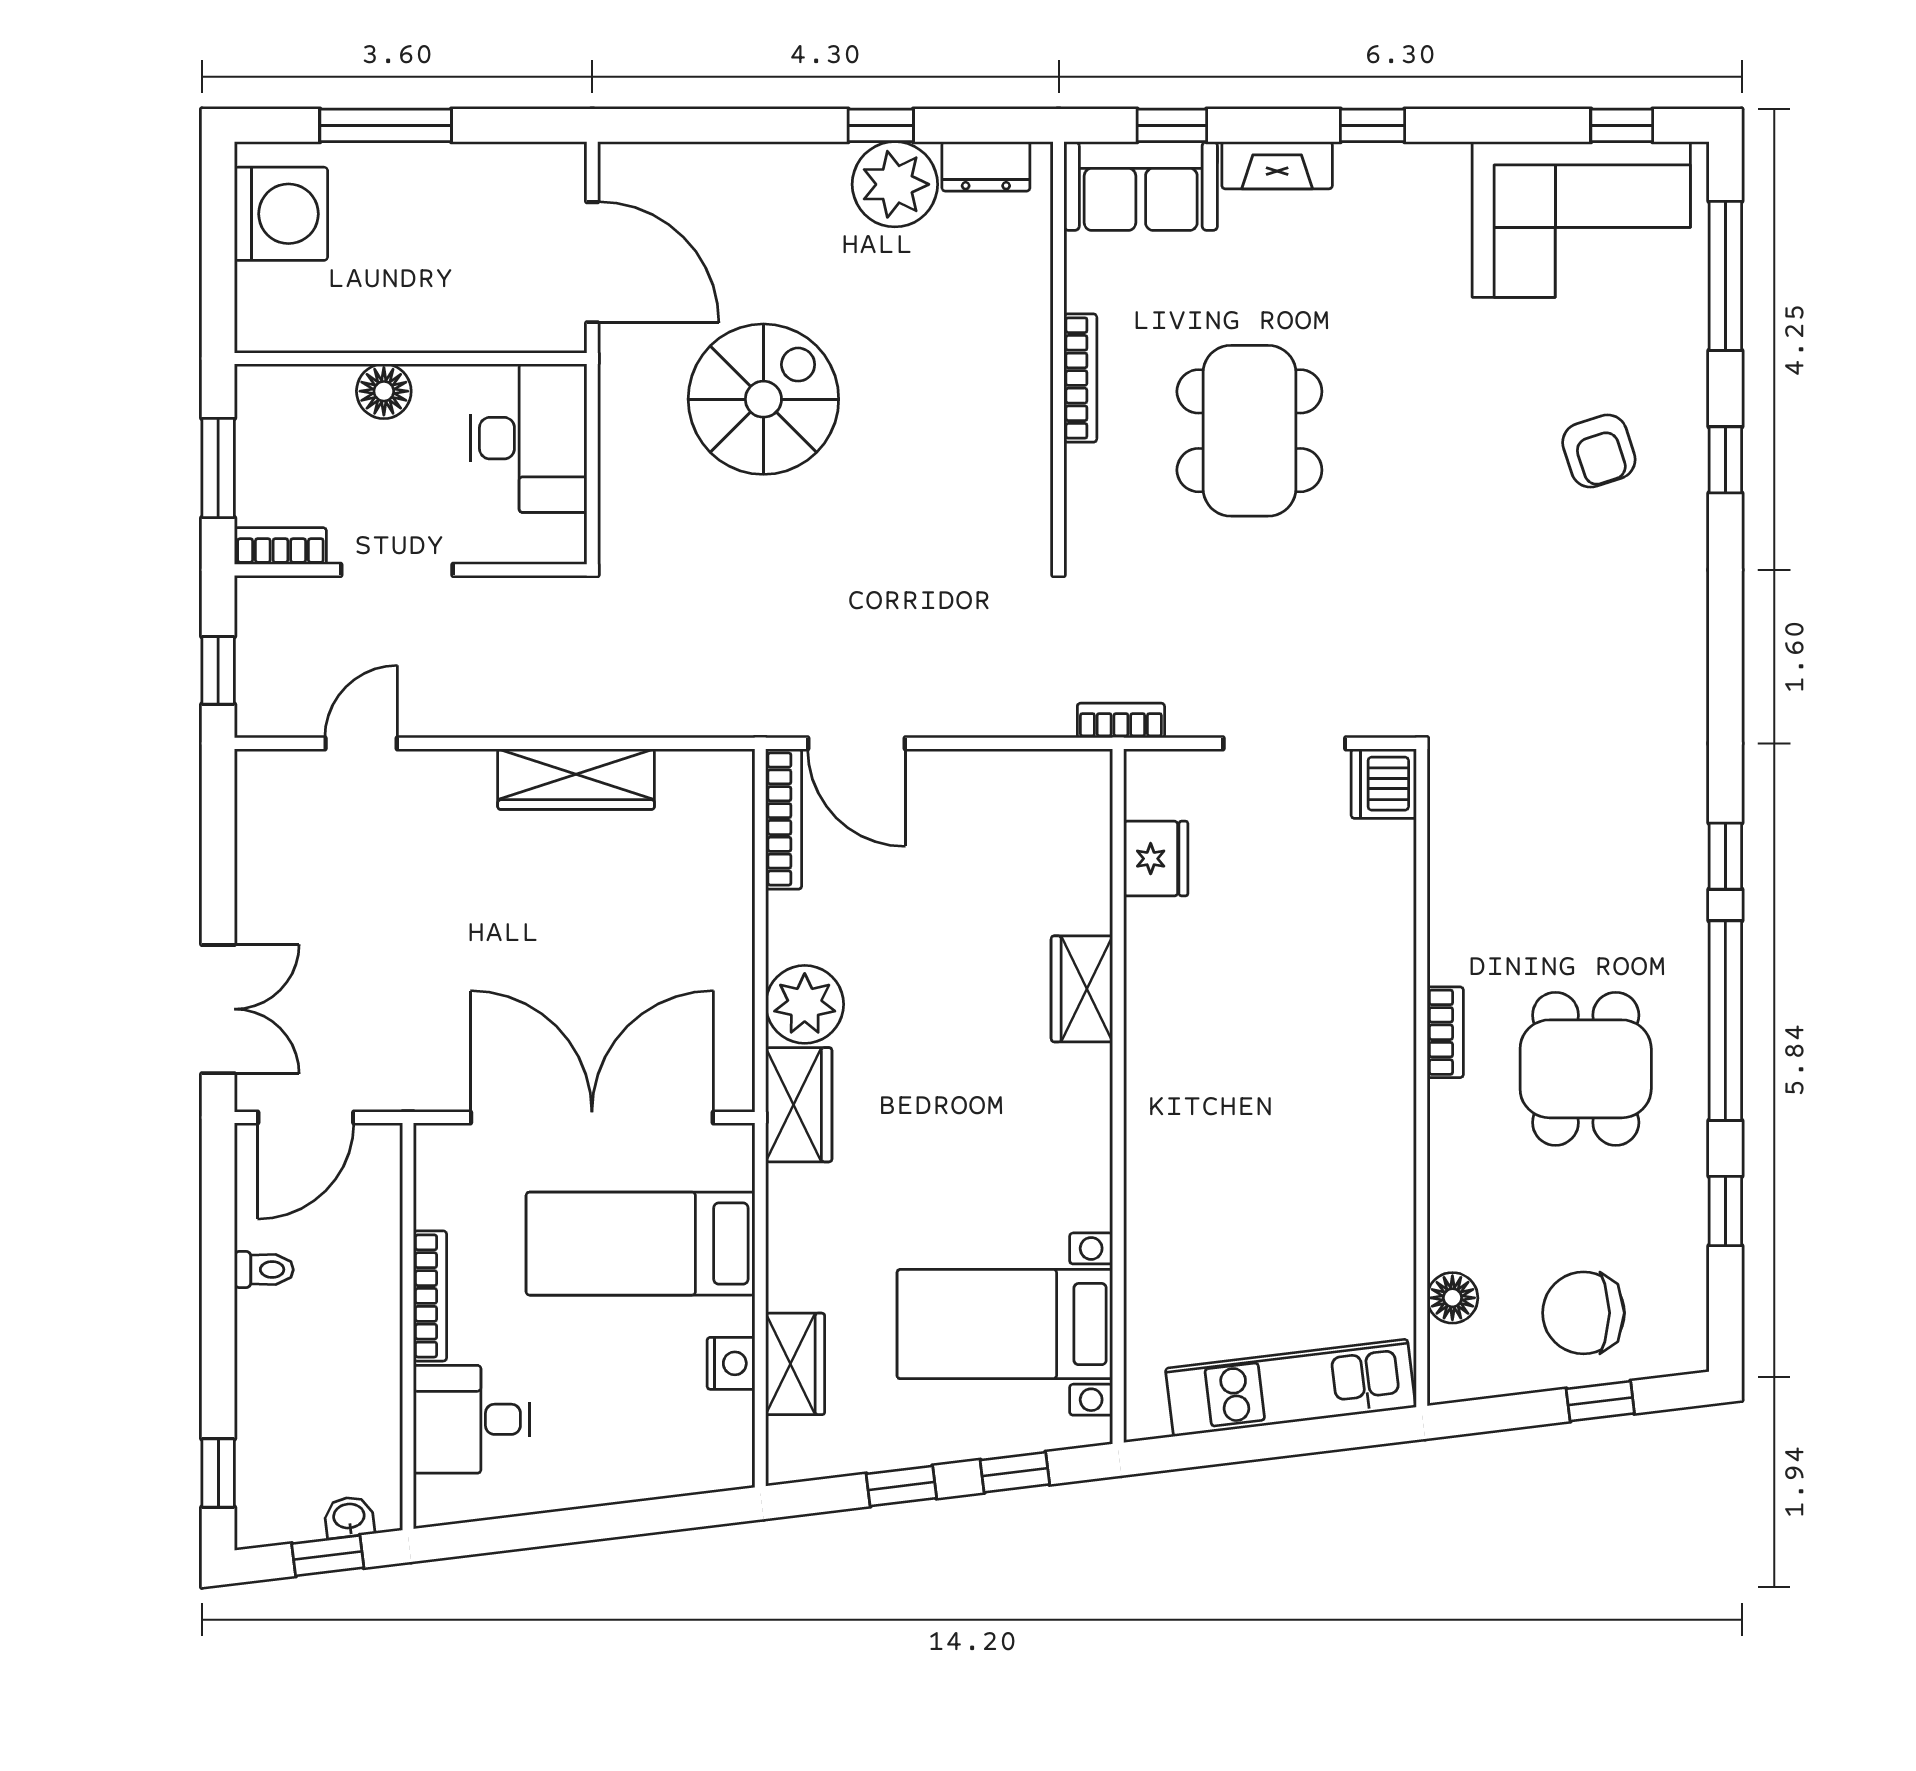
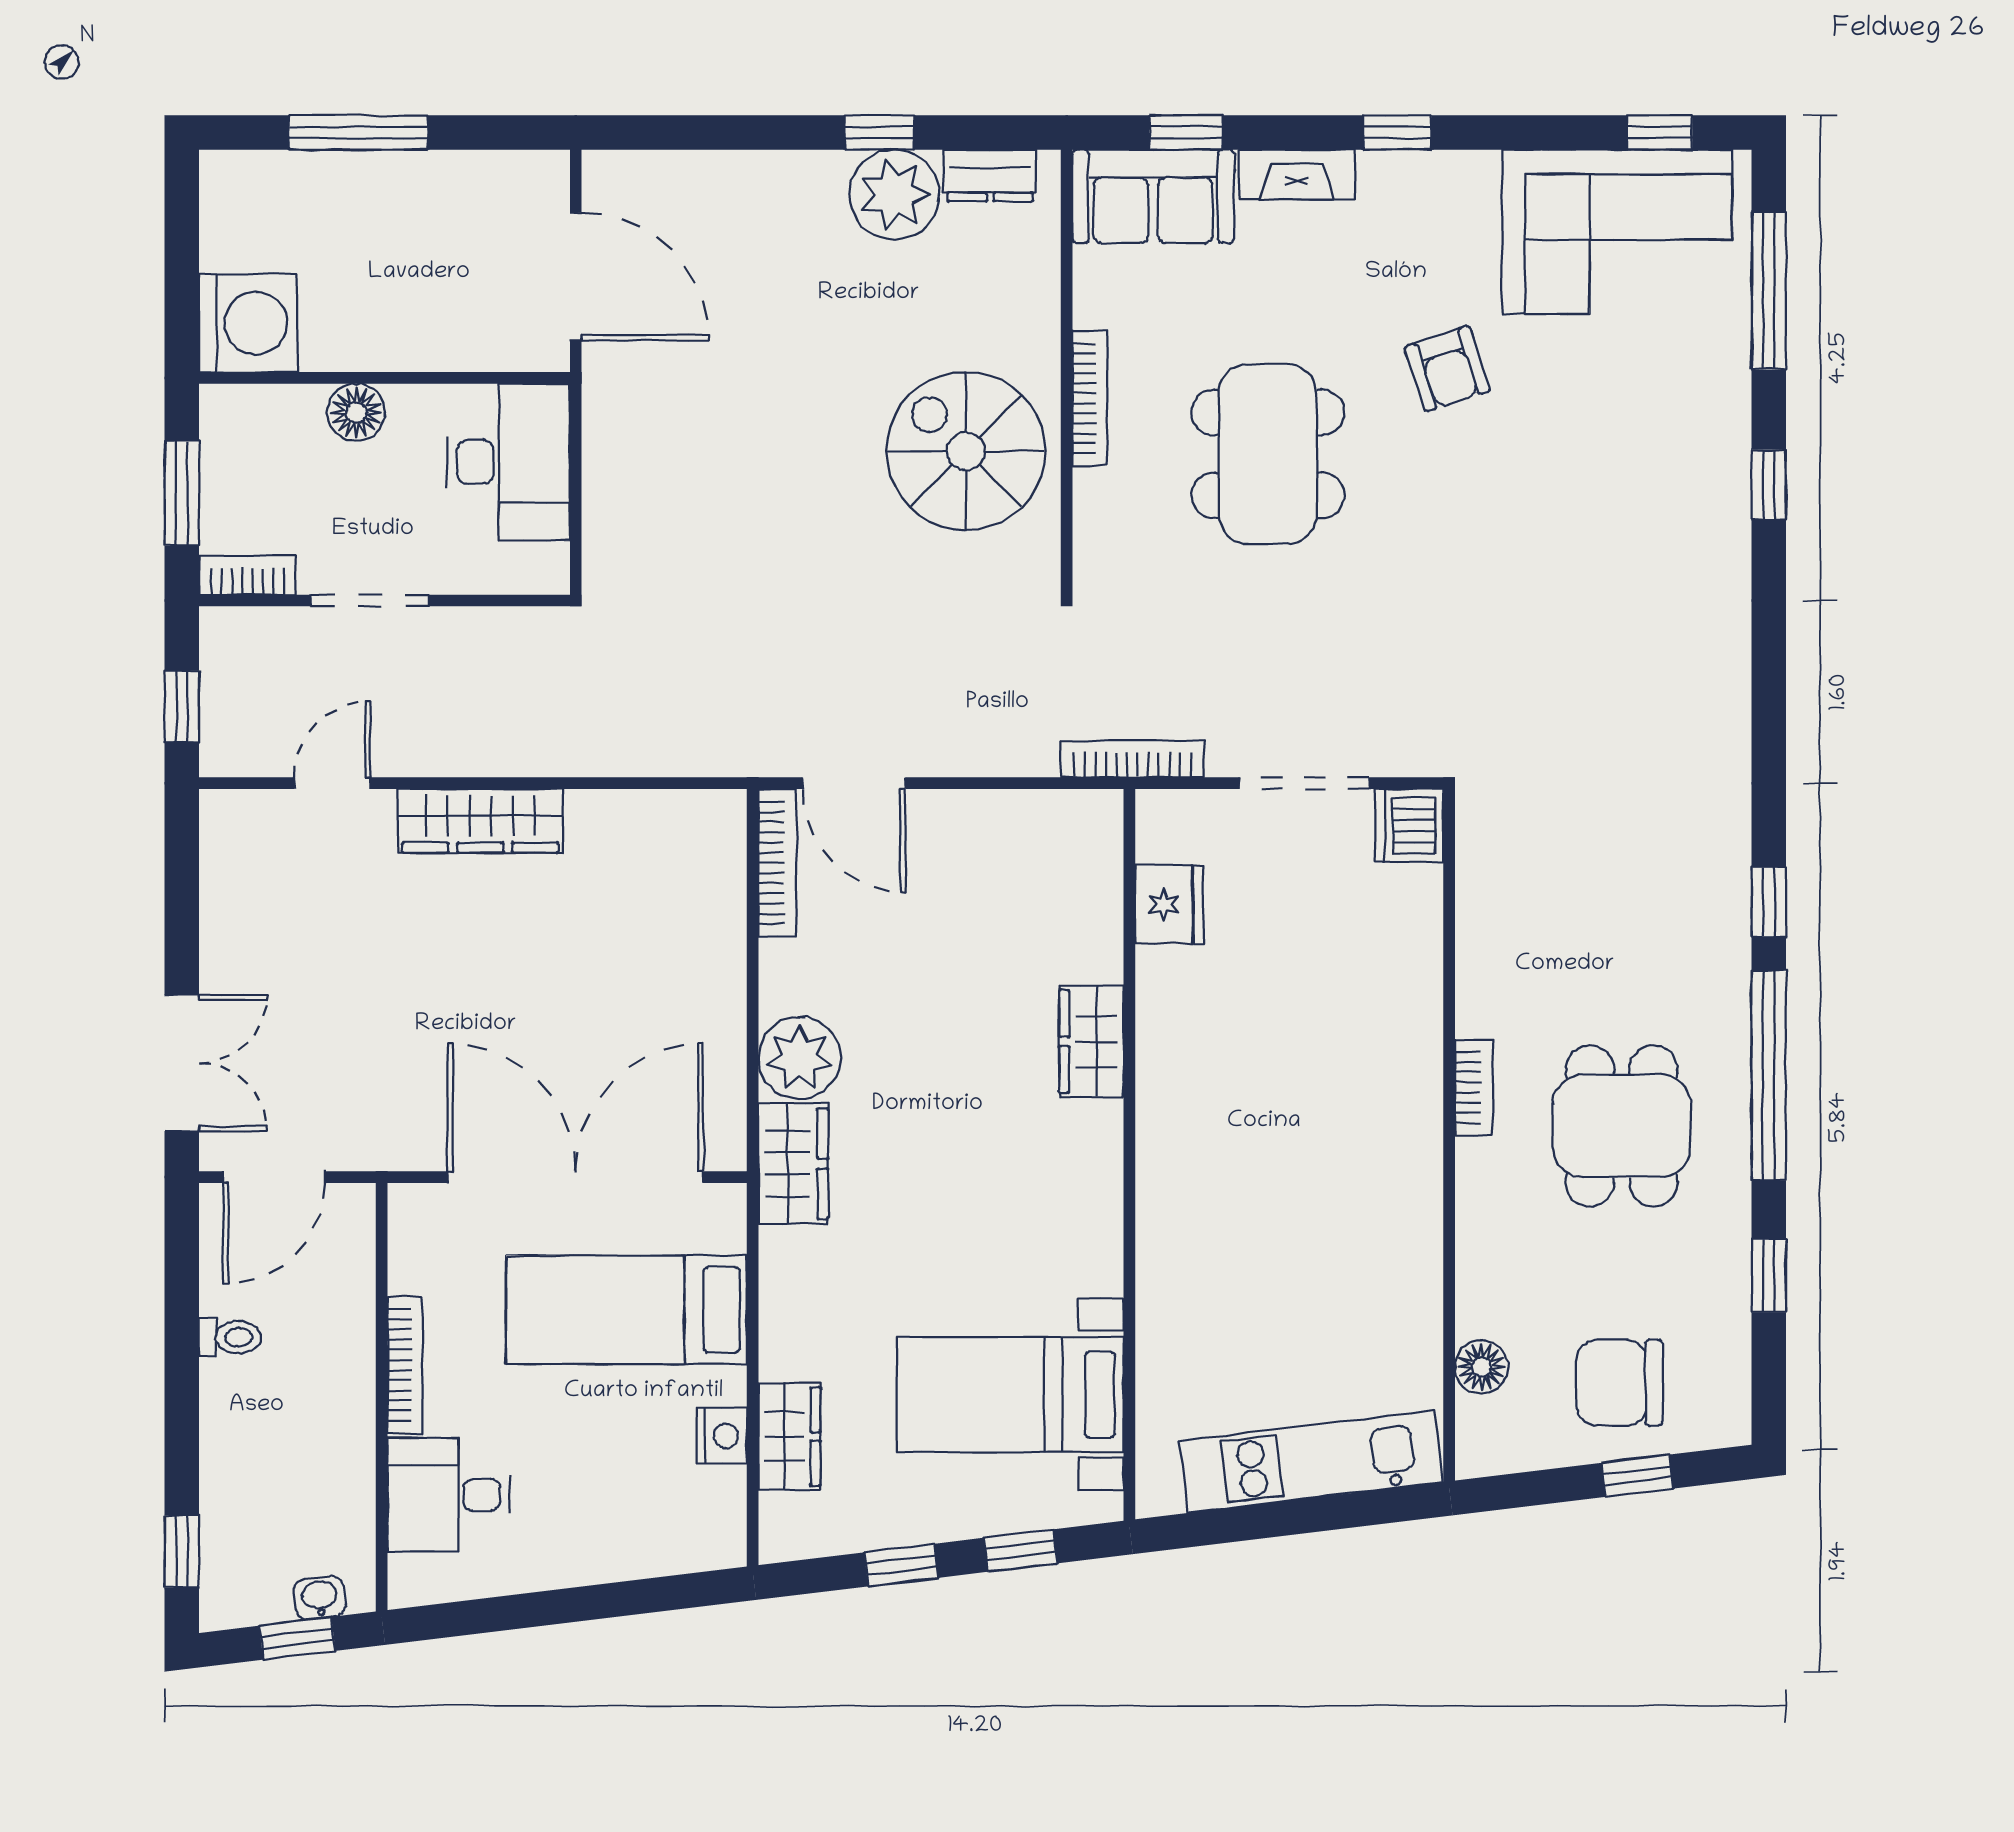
washing machine: (281, 214) -> (248, 323), moved
spiral stairs: (763, 399) -> (966, 451), moved, turned -90
armchair: (1599, 451) -> (1447, 369), moved
bookcase: (1121, 721) -> (1132, 759), width x1.56
wardrobe: (576, 779) -> (480, 821), moved

